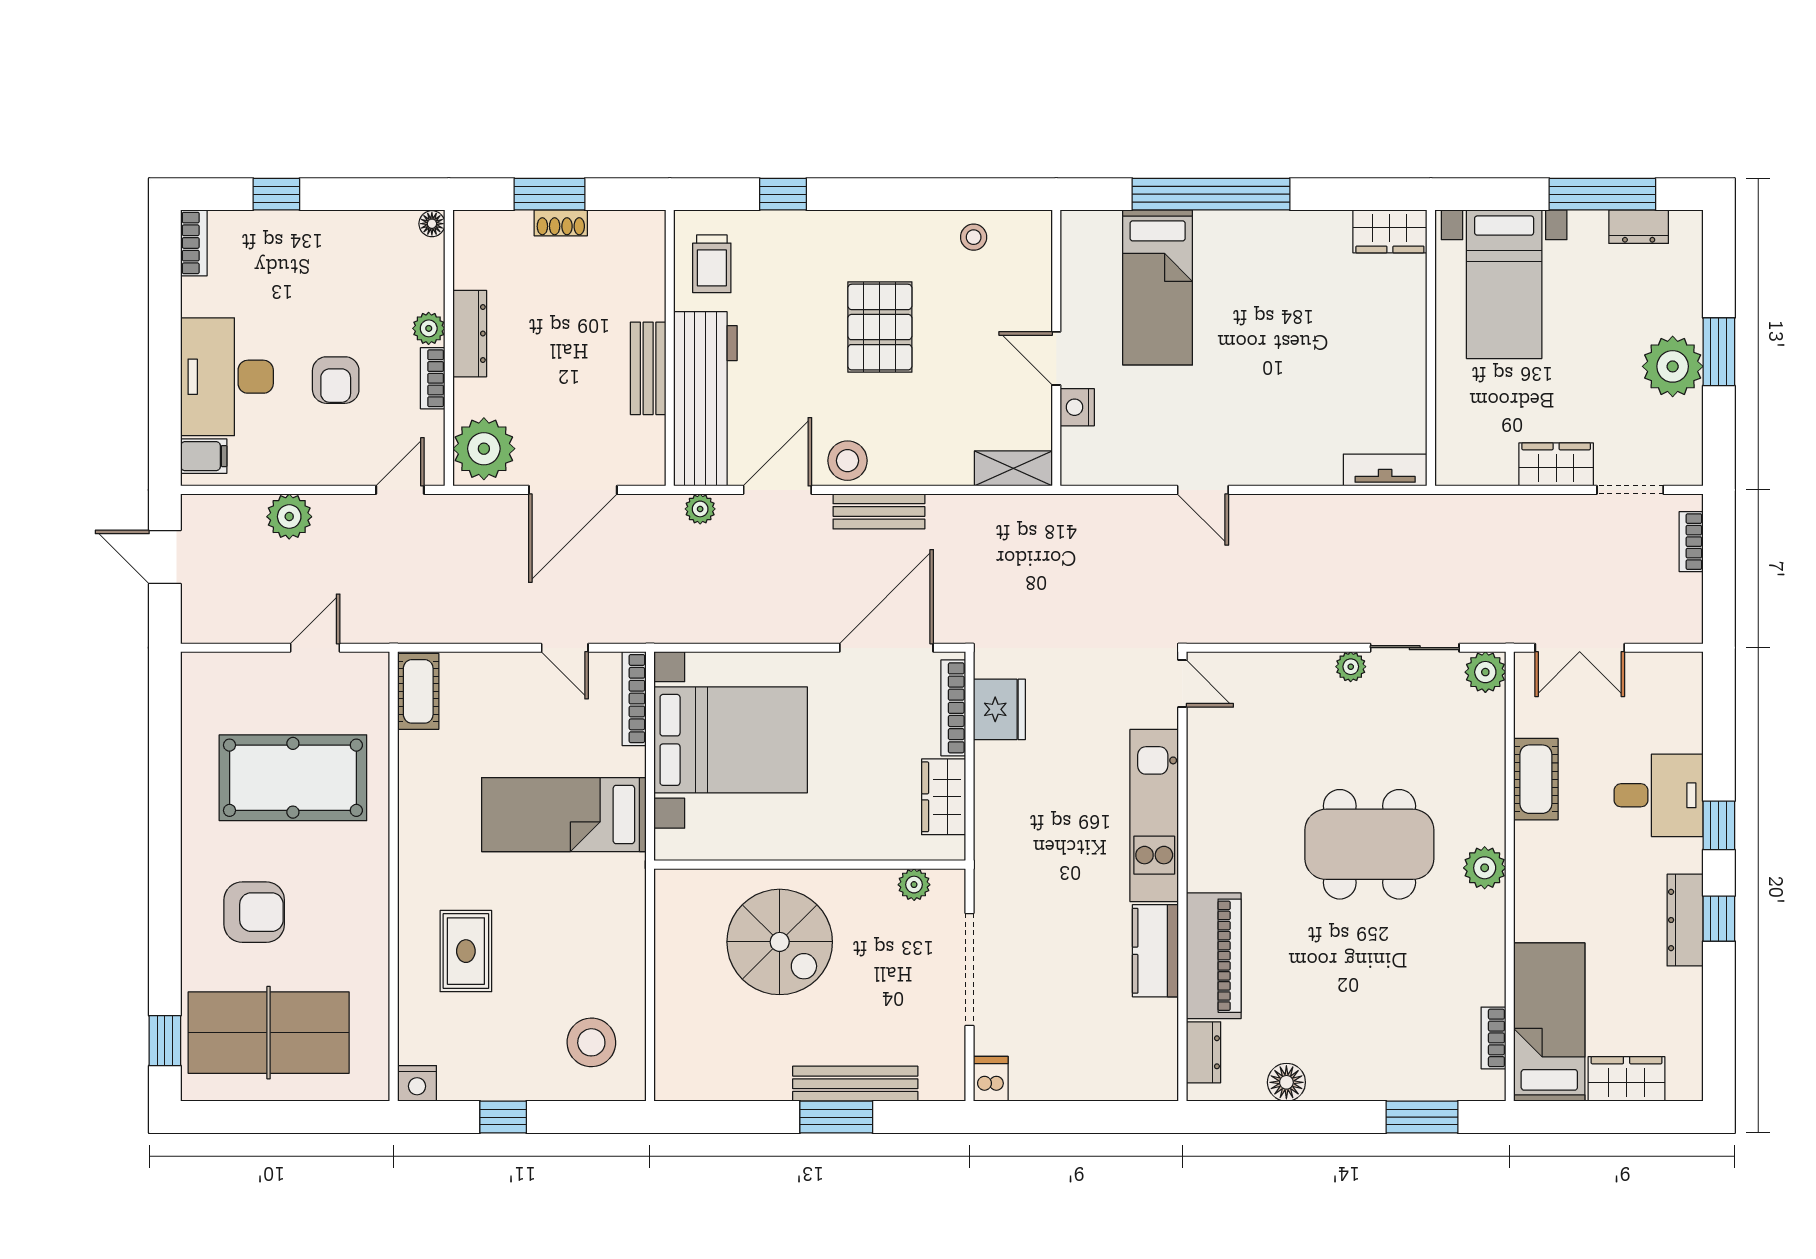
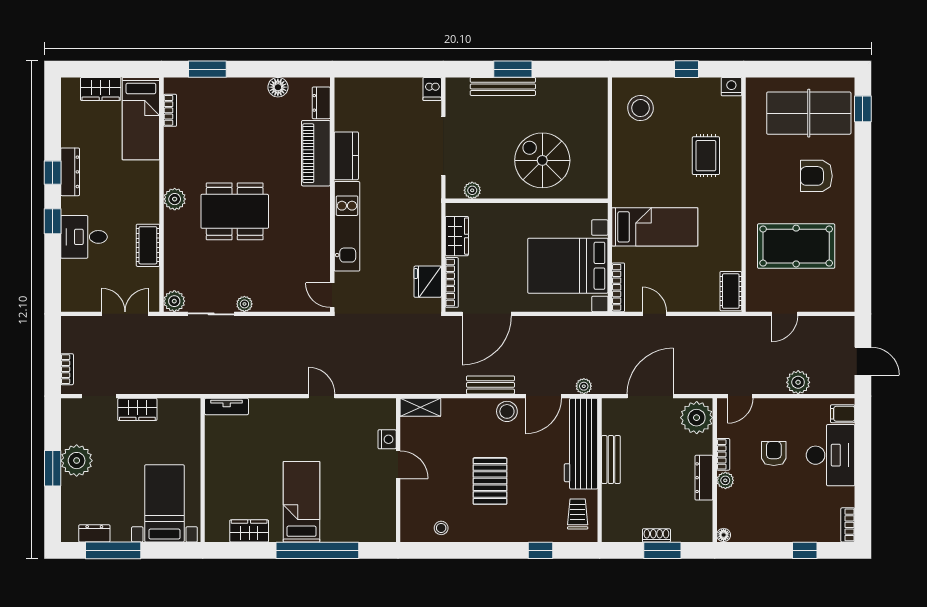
wardrobe: (1390, 231) -> (249, 531), moved
bed: (1158, 287) -> (301, 502), moved

